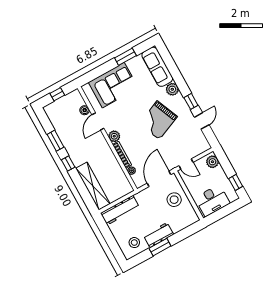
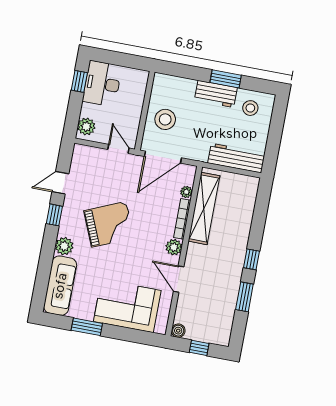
boiler: (85, 110) -> (178, 331), moved
door: (98, 122) -> (179, 279), swing flipped
shelving: (93, 186) -> (204, 208), moved
desk: (212, 200) -> (102, 84), moved, turned -90

